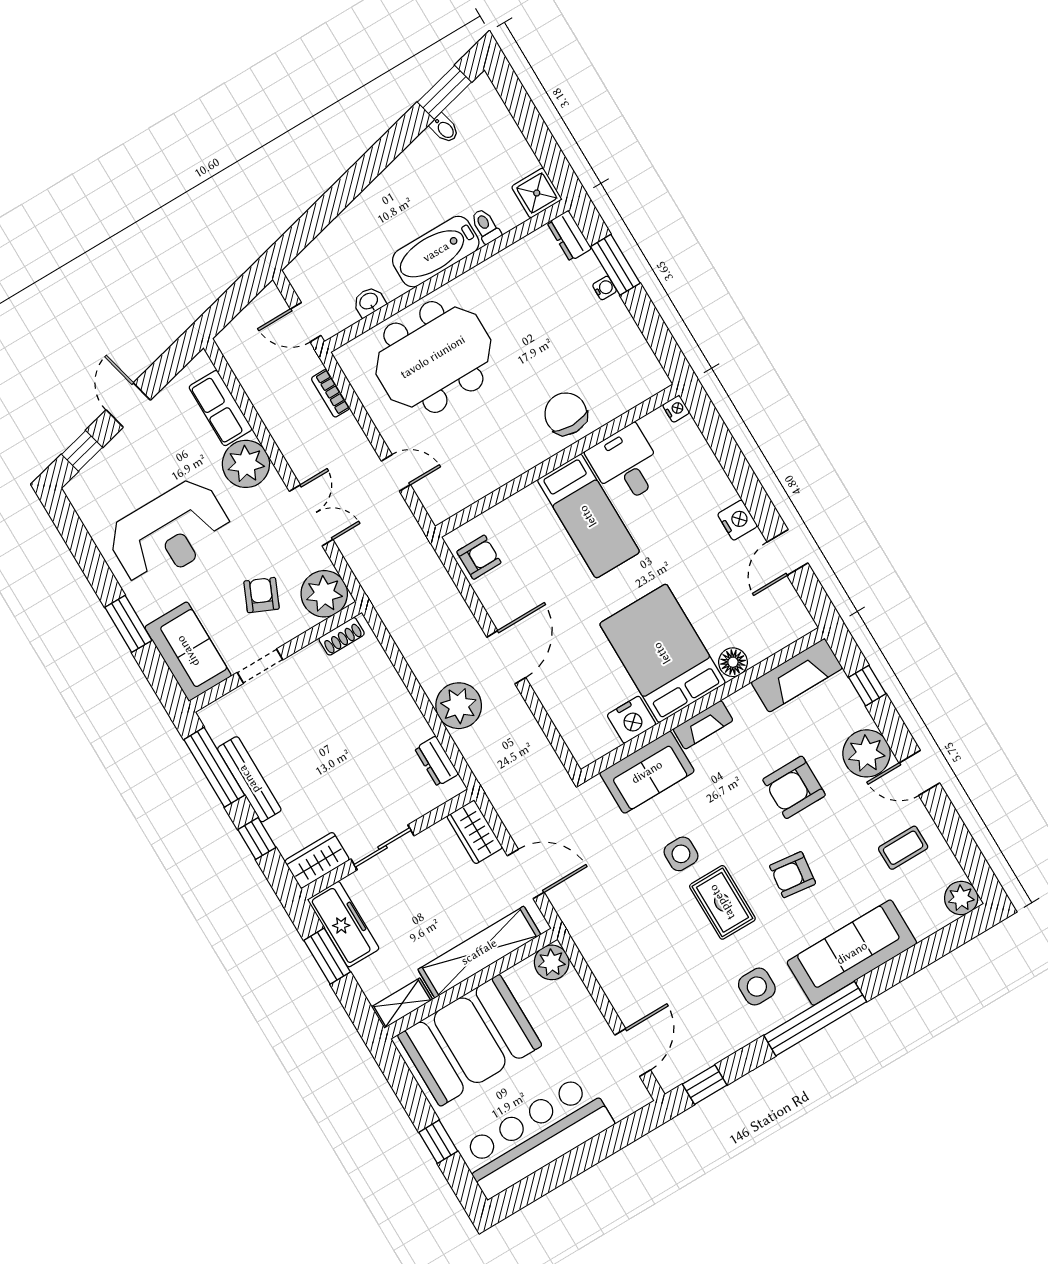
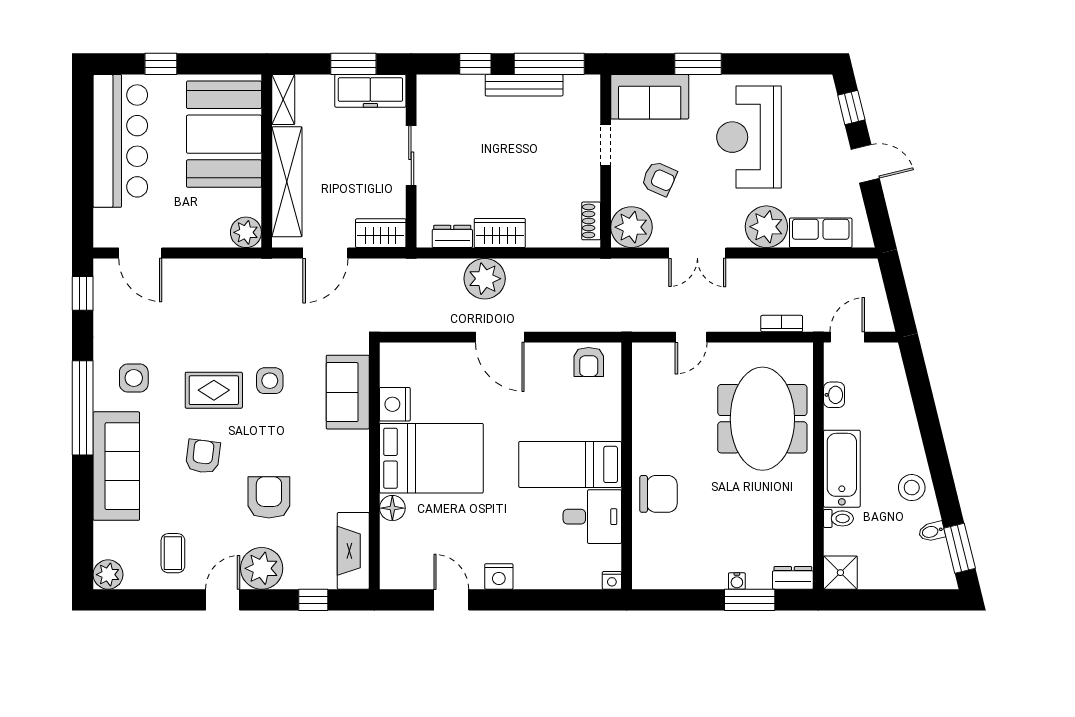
stool: (414, 173) -> (912, 488), added
fireplace: (703, 725) -> (358, 457), removed
wardrobe: (317, 860) -> (500, 233), moved, turned -90

